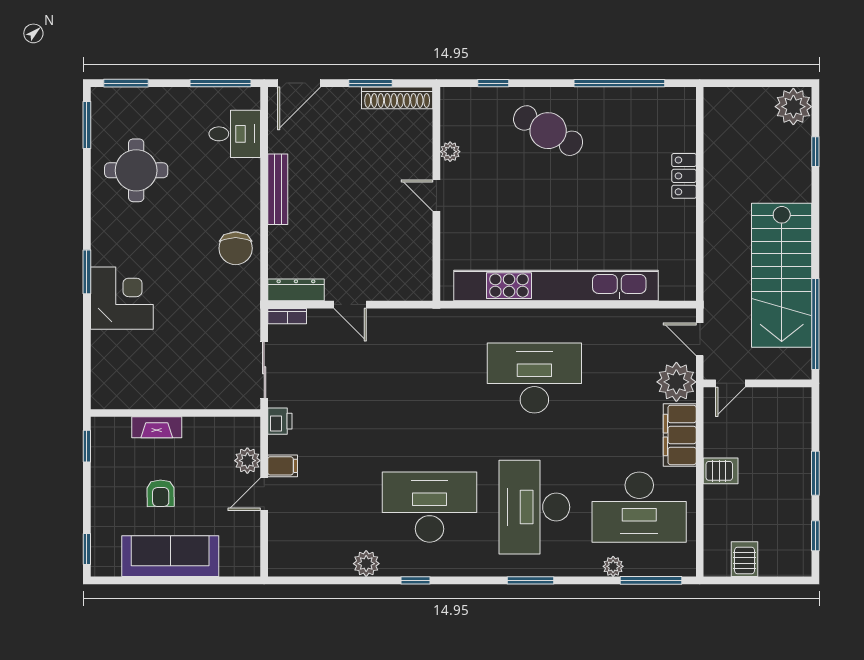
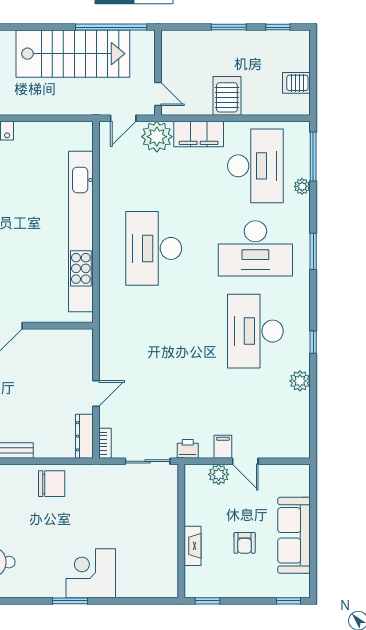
server rack: (721, 471) -> (227, 96), width x1.36, depth x1.44
armchair: (161, 493) -> (245, 543), turned 91

